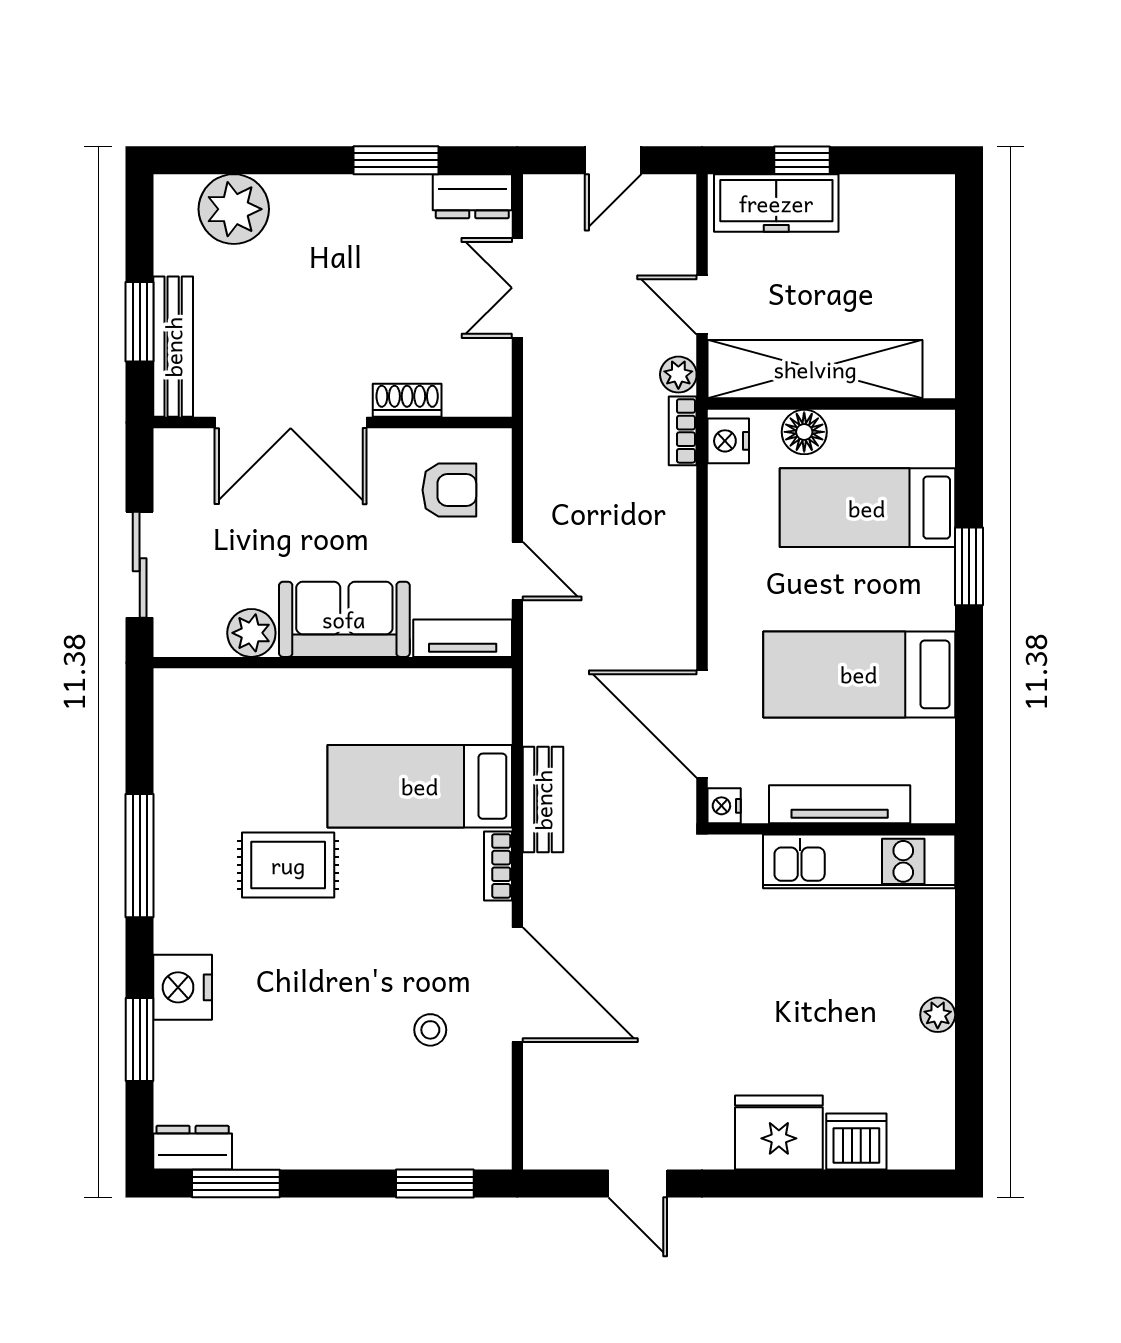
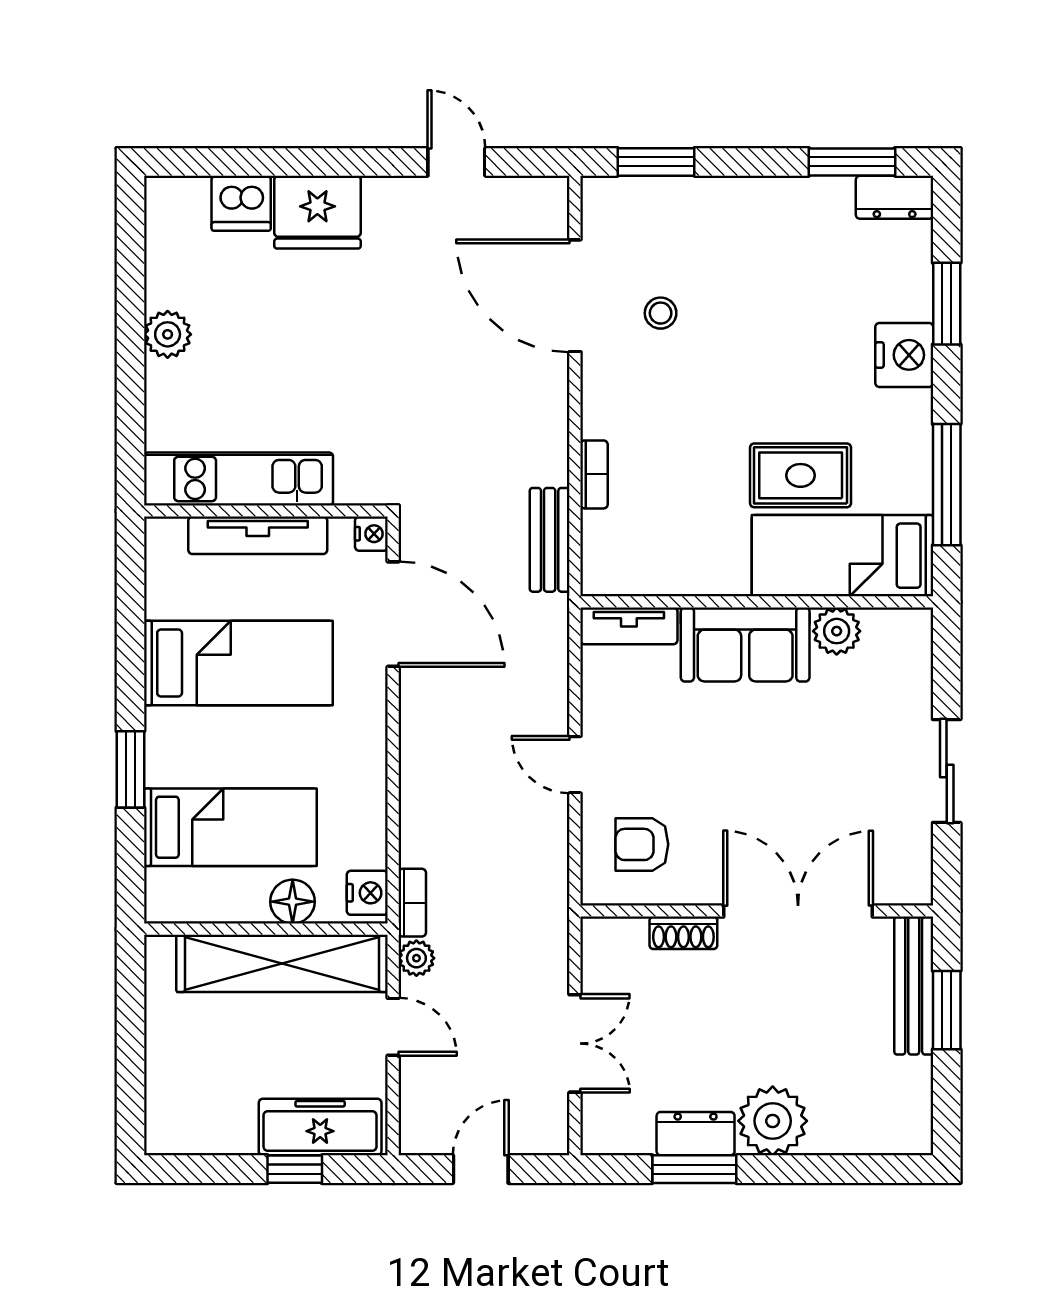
dresser: (472, 196) -> (696, 1134), moved
plant: (234, 209) -> (773, 1121), moved
sofa: (344, 619) -> (745, 644), moved
plant: (251, 633) -> (837, 631), moved
tv unit: (463, 638) -> (629, 626), moved
wall: (333, 663) -> (757, 602), moved
bed: (420, 786) -> (842, 556), moved, turned 180
door: (517, 985) -> (575, 296), moved
plant: (938, 1015) -> (168, 334), width x1.38, depth x1.38

